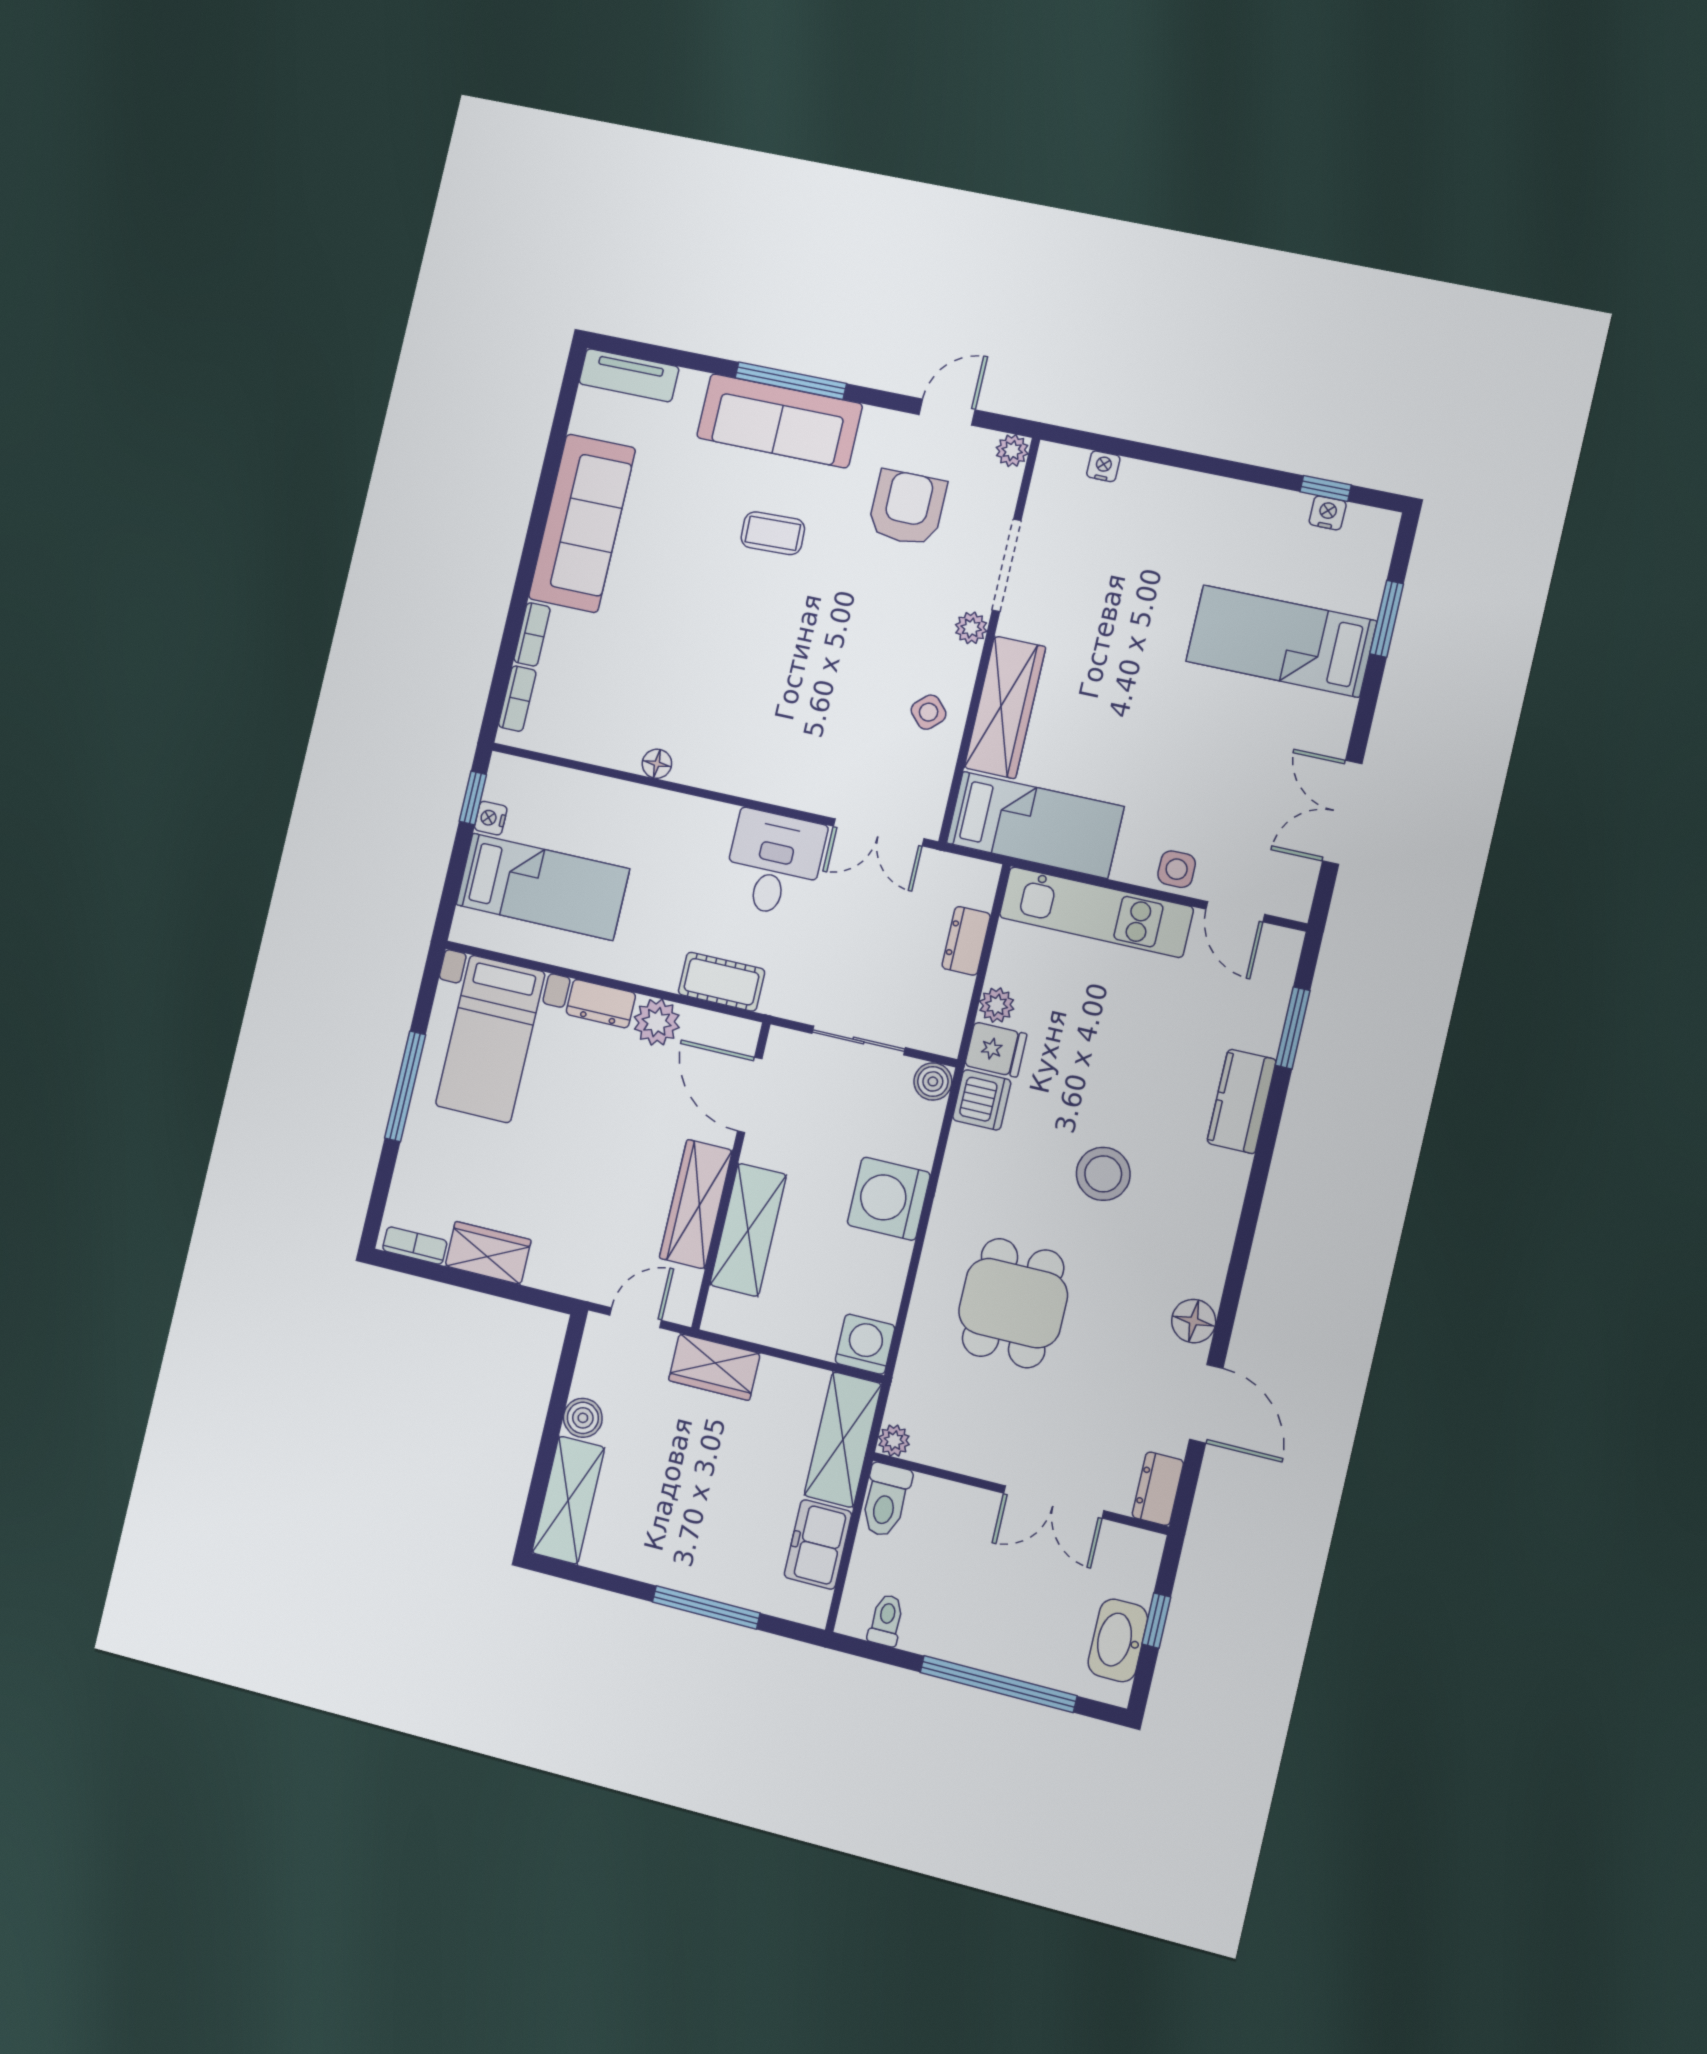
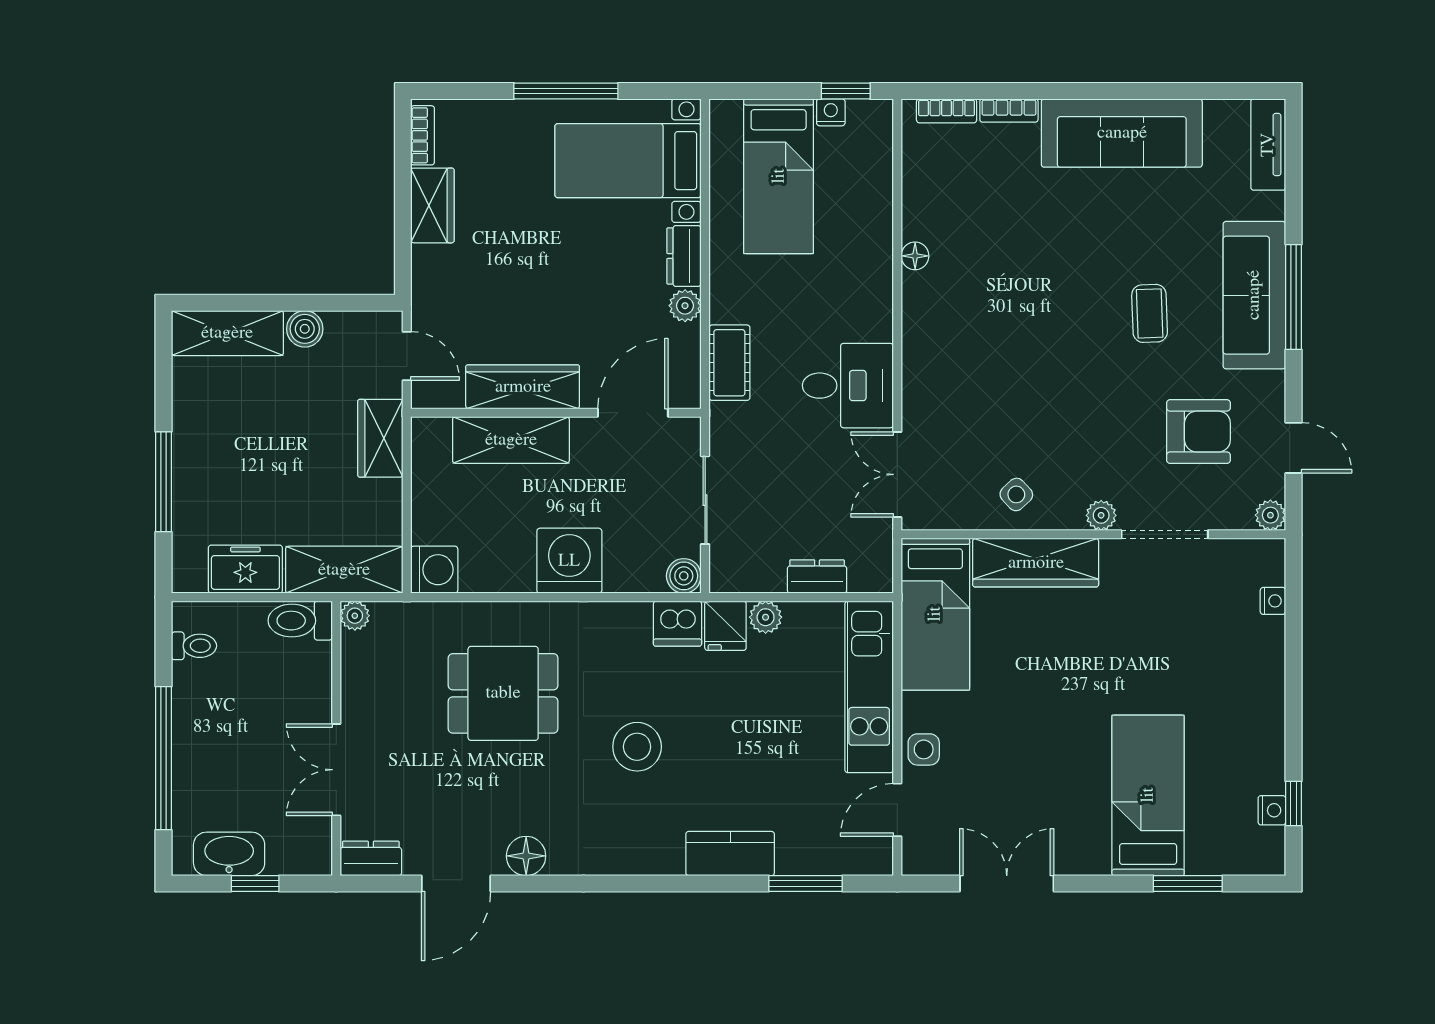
plant: (657, 1022) -> (685, 306), width x0.73, depth x0.73

